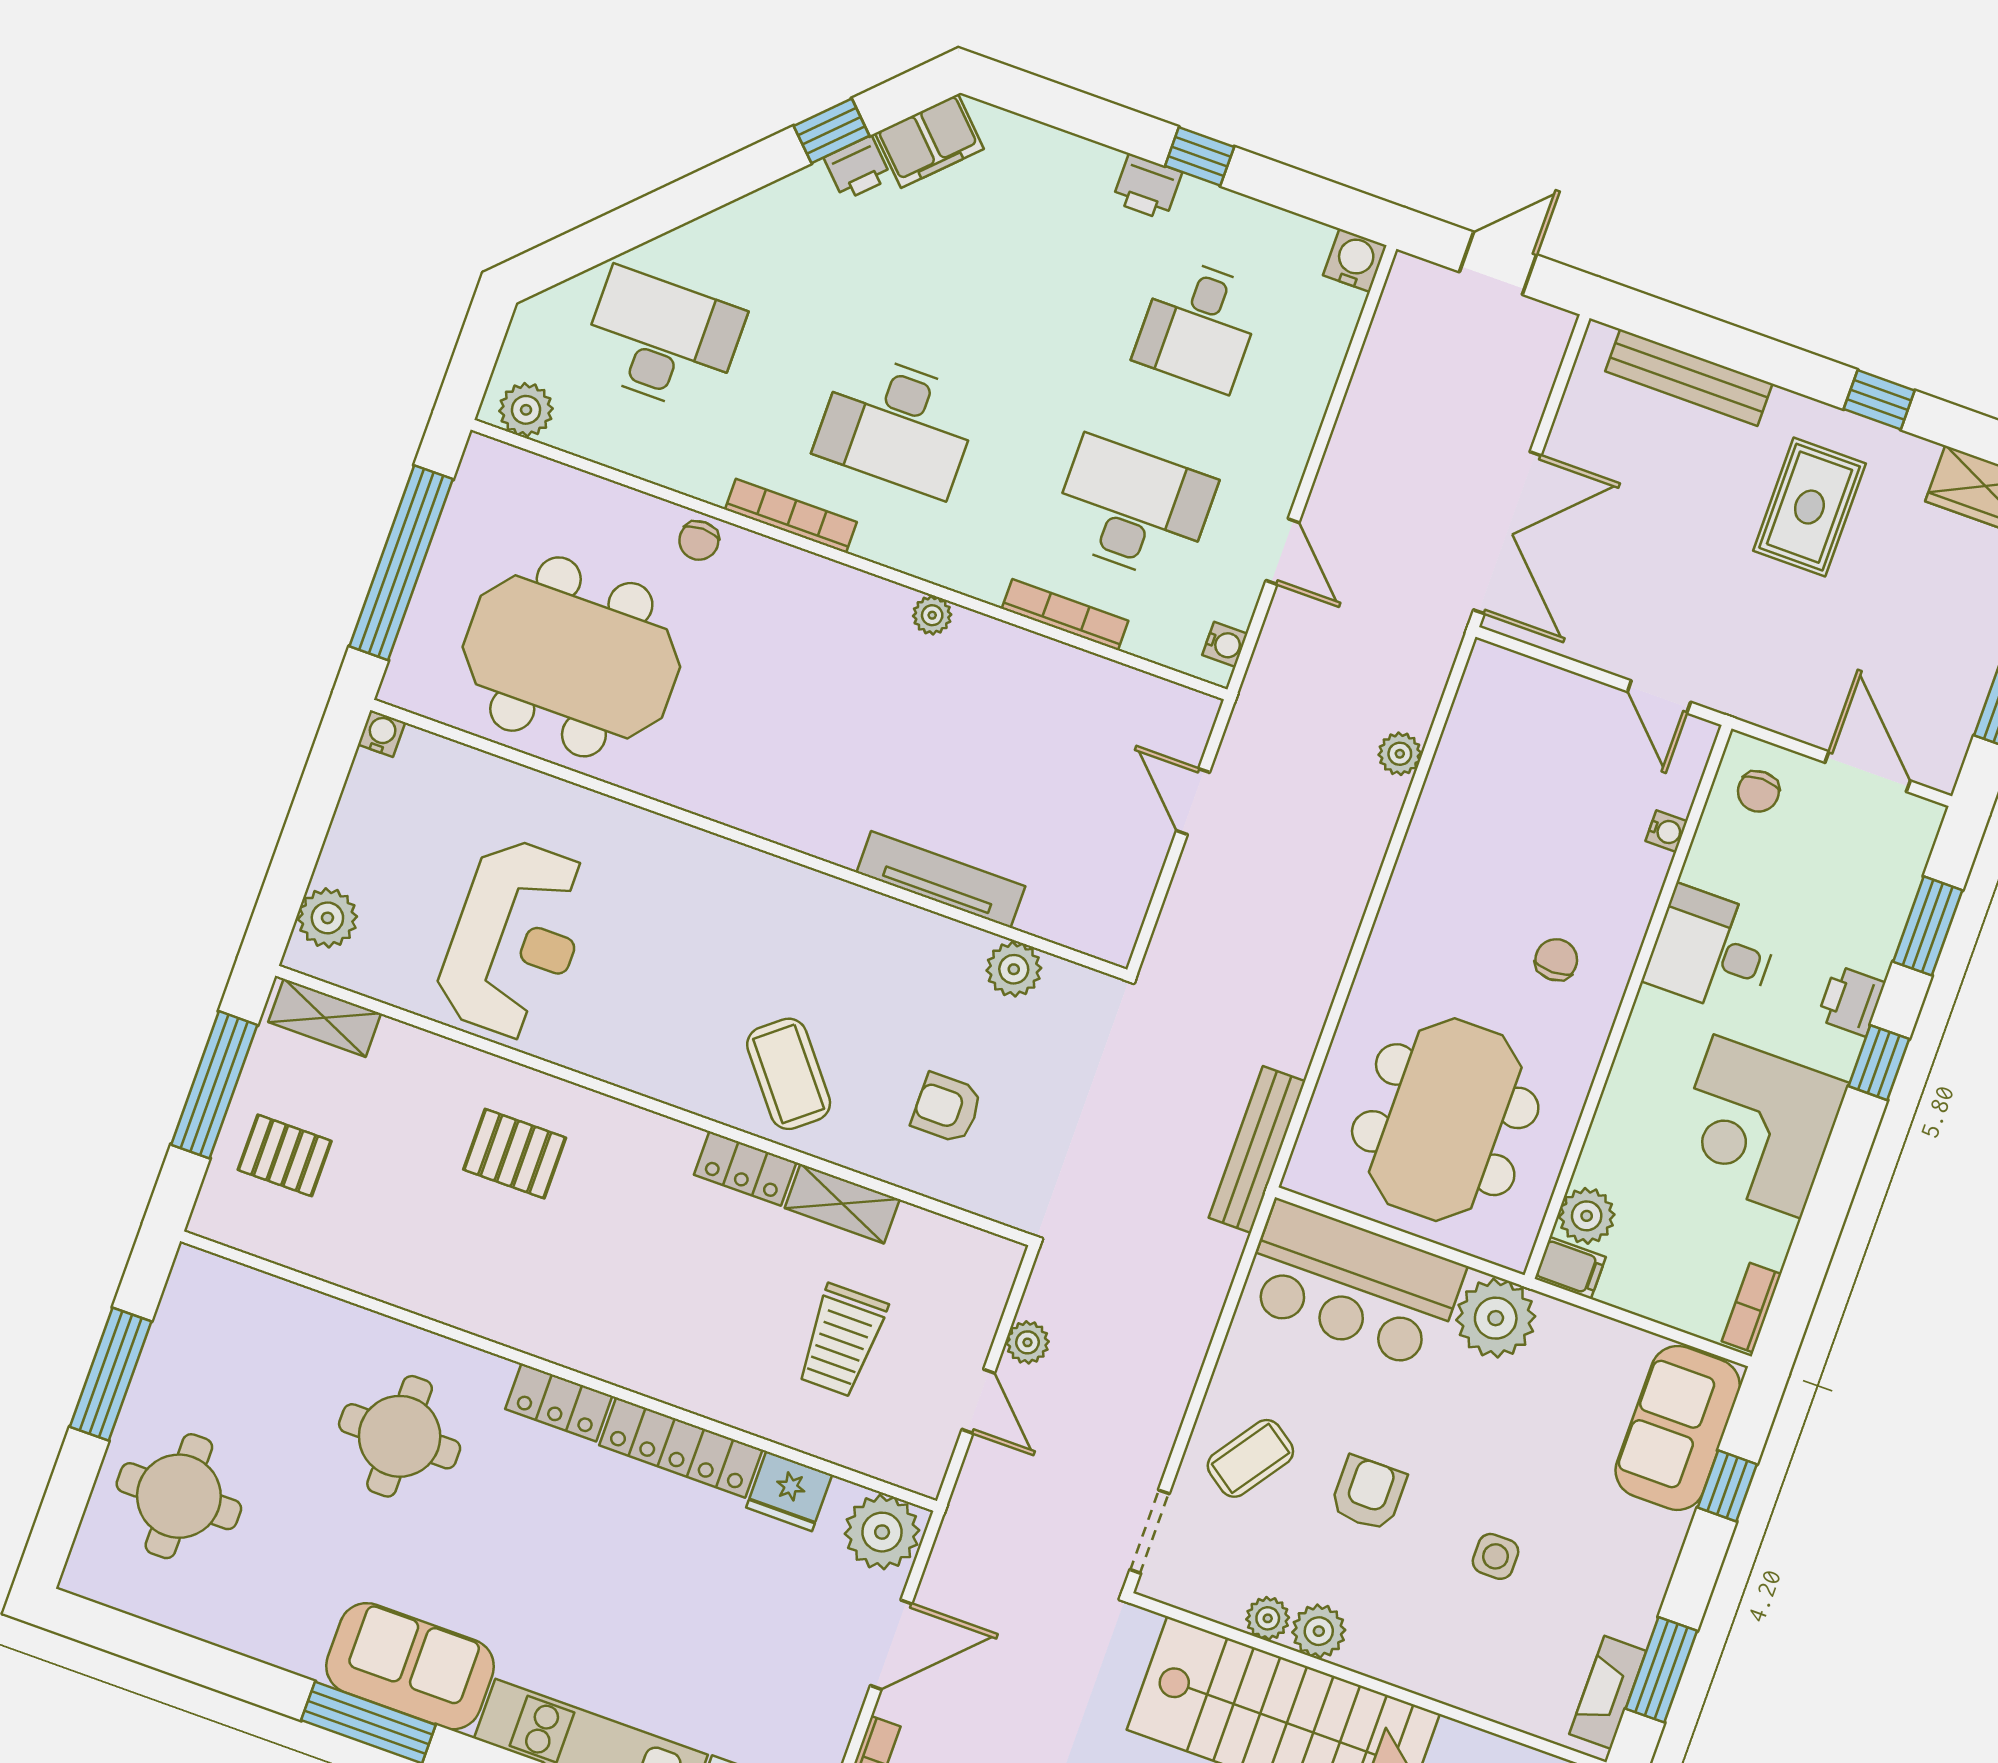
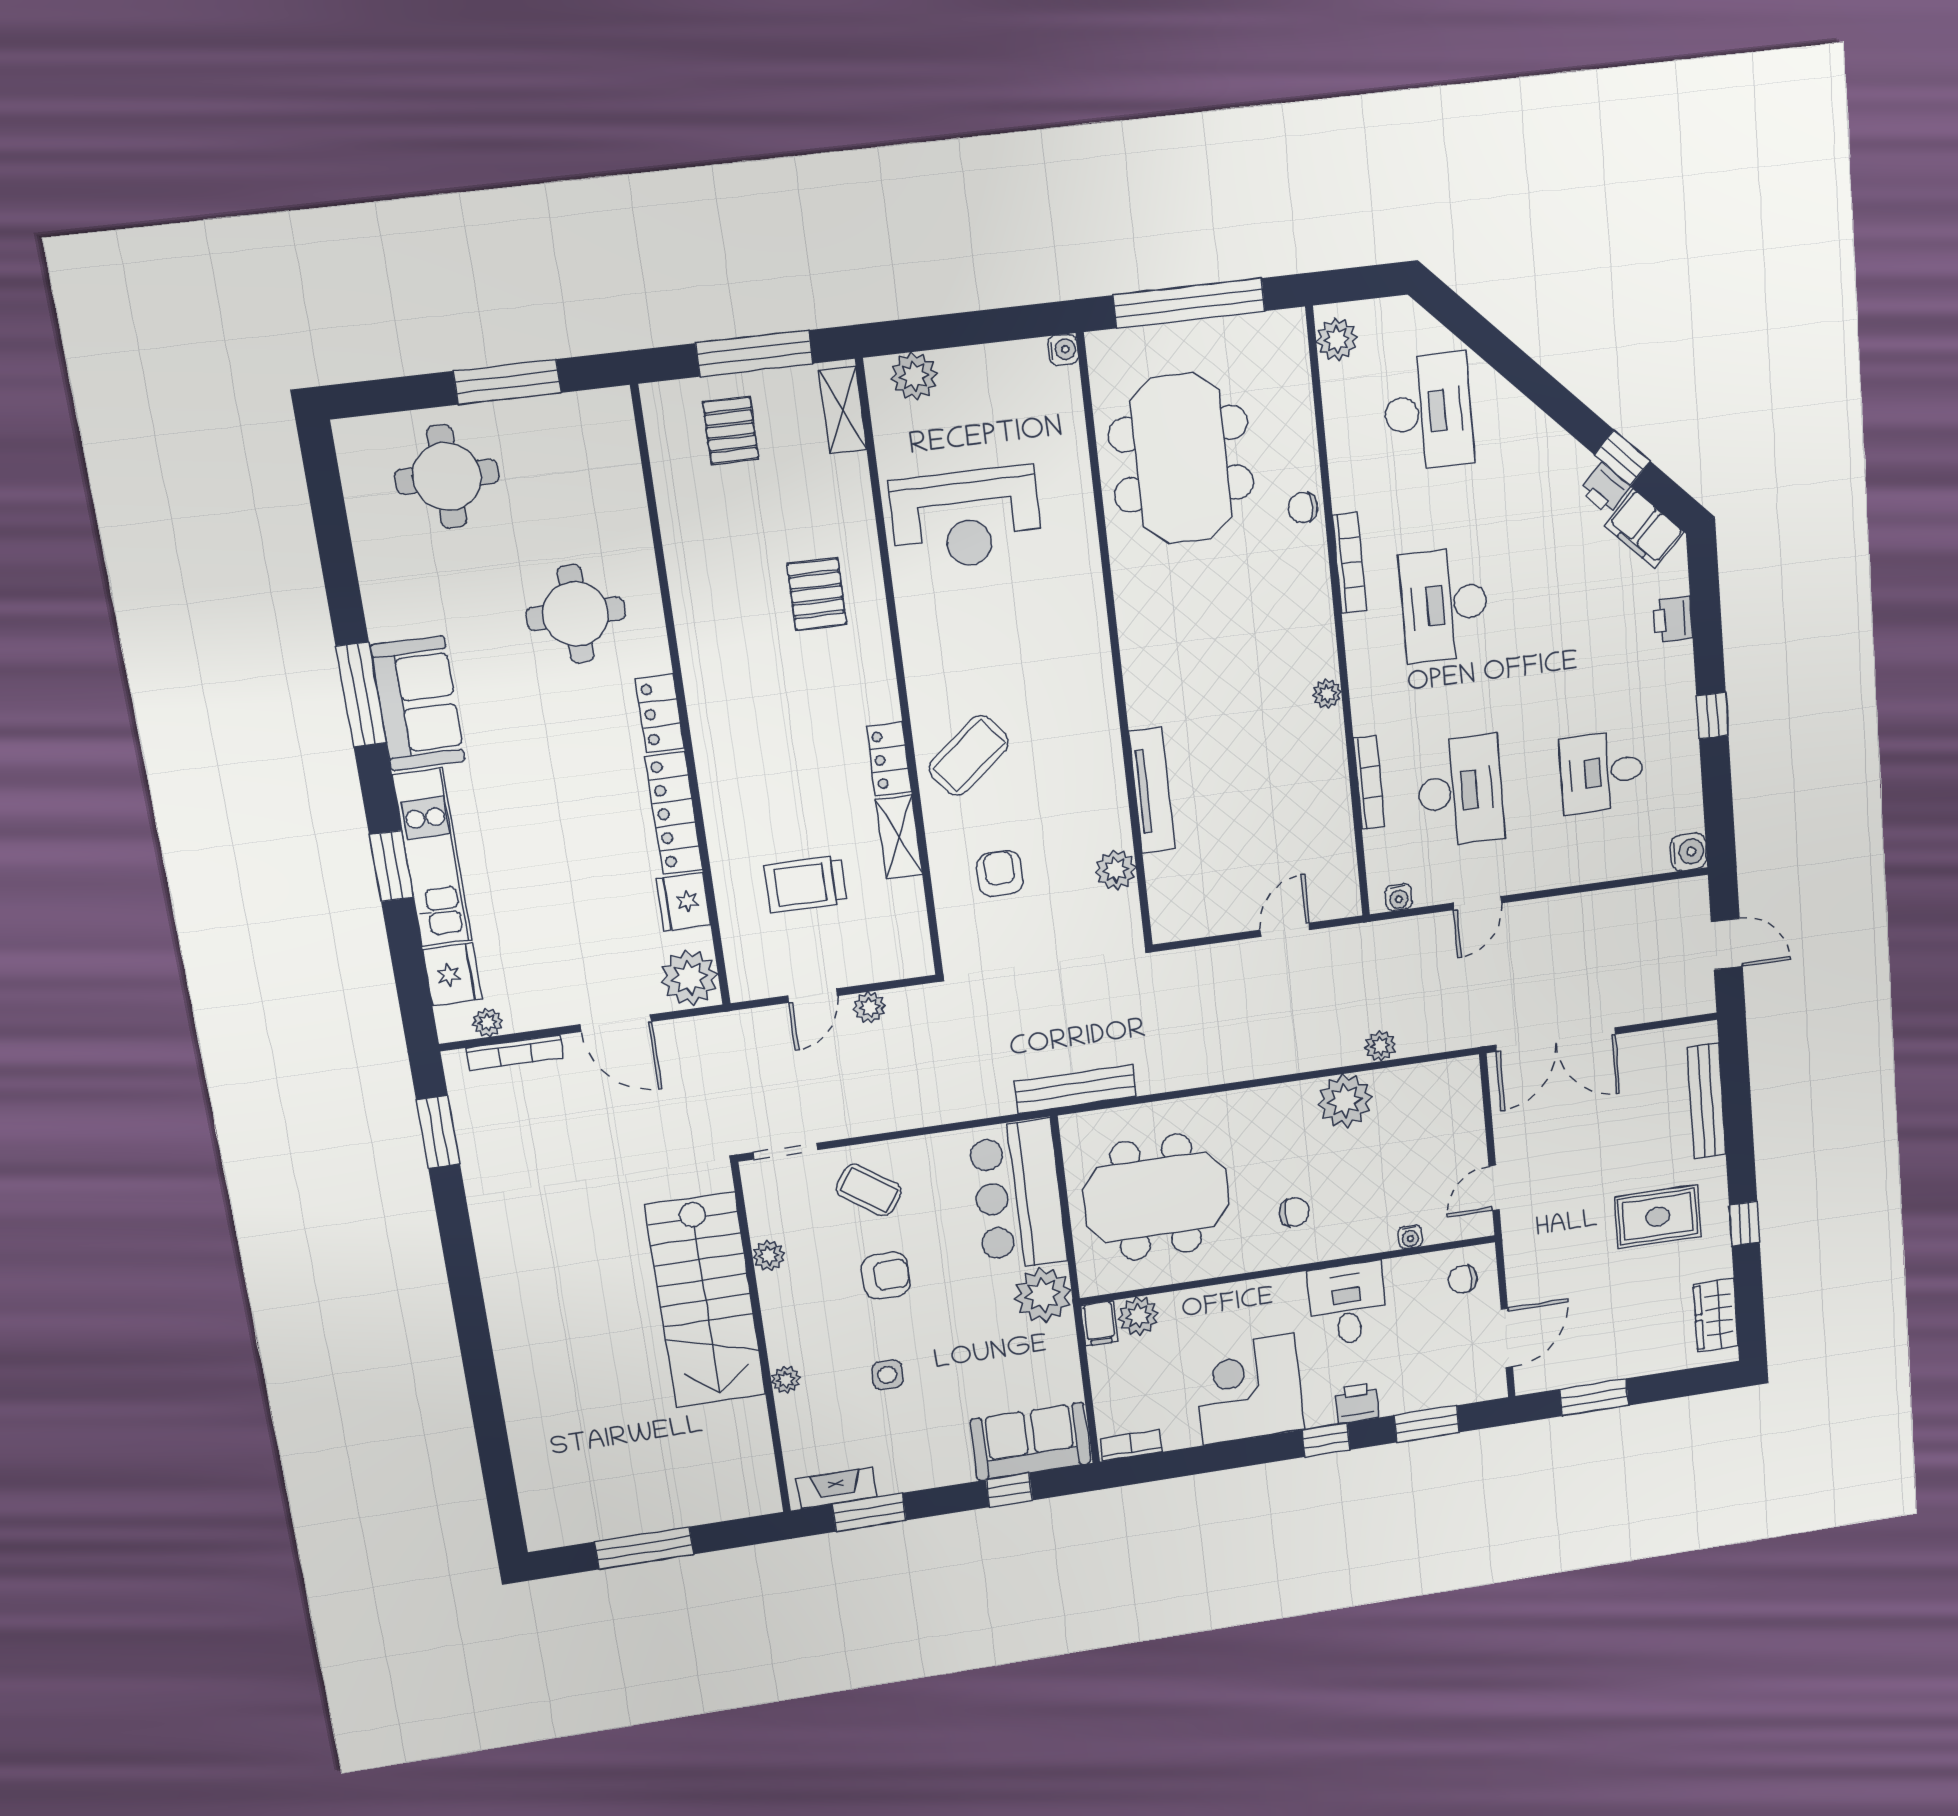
printer: (1147, 187) -> (1673, 619), moved
plant: (1447, 830) -> (1345, 1101), added
plant: (1319, 1631) -> (786, 1380), moved, width x0.73, depth x0.73

